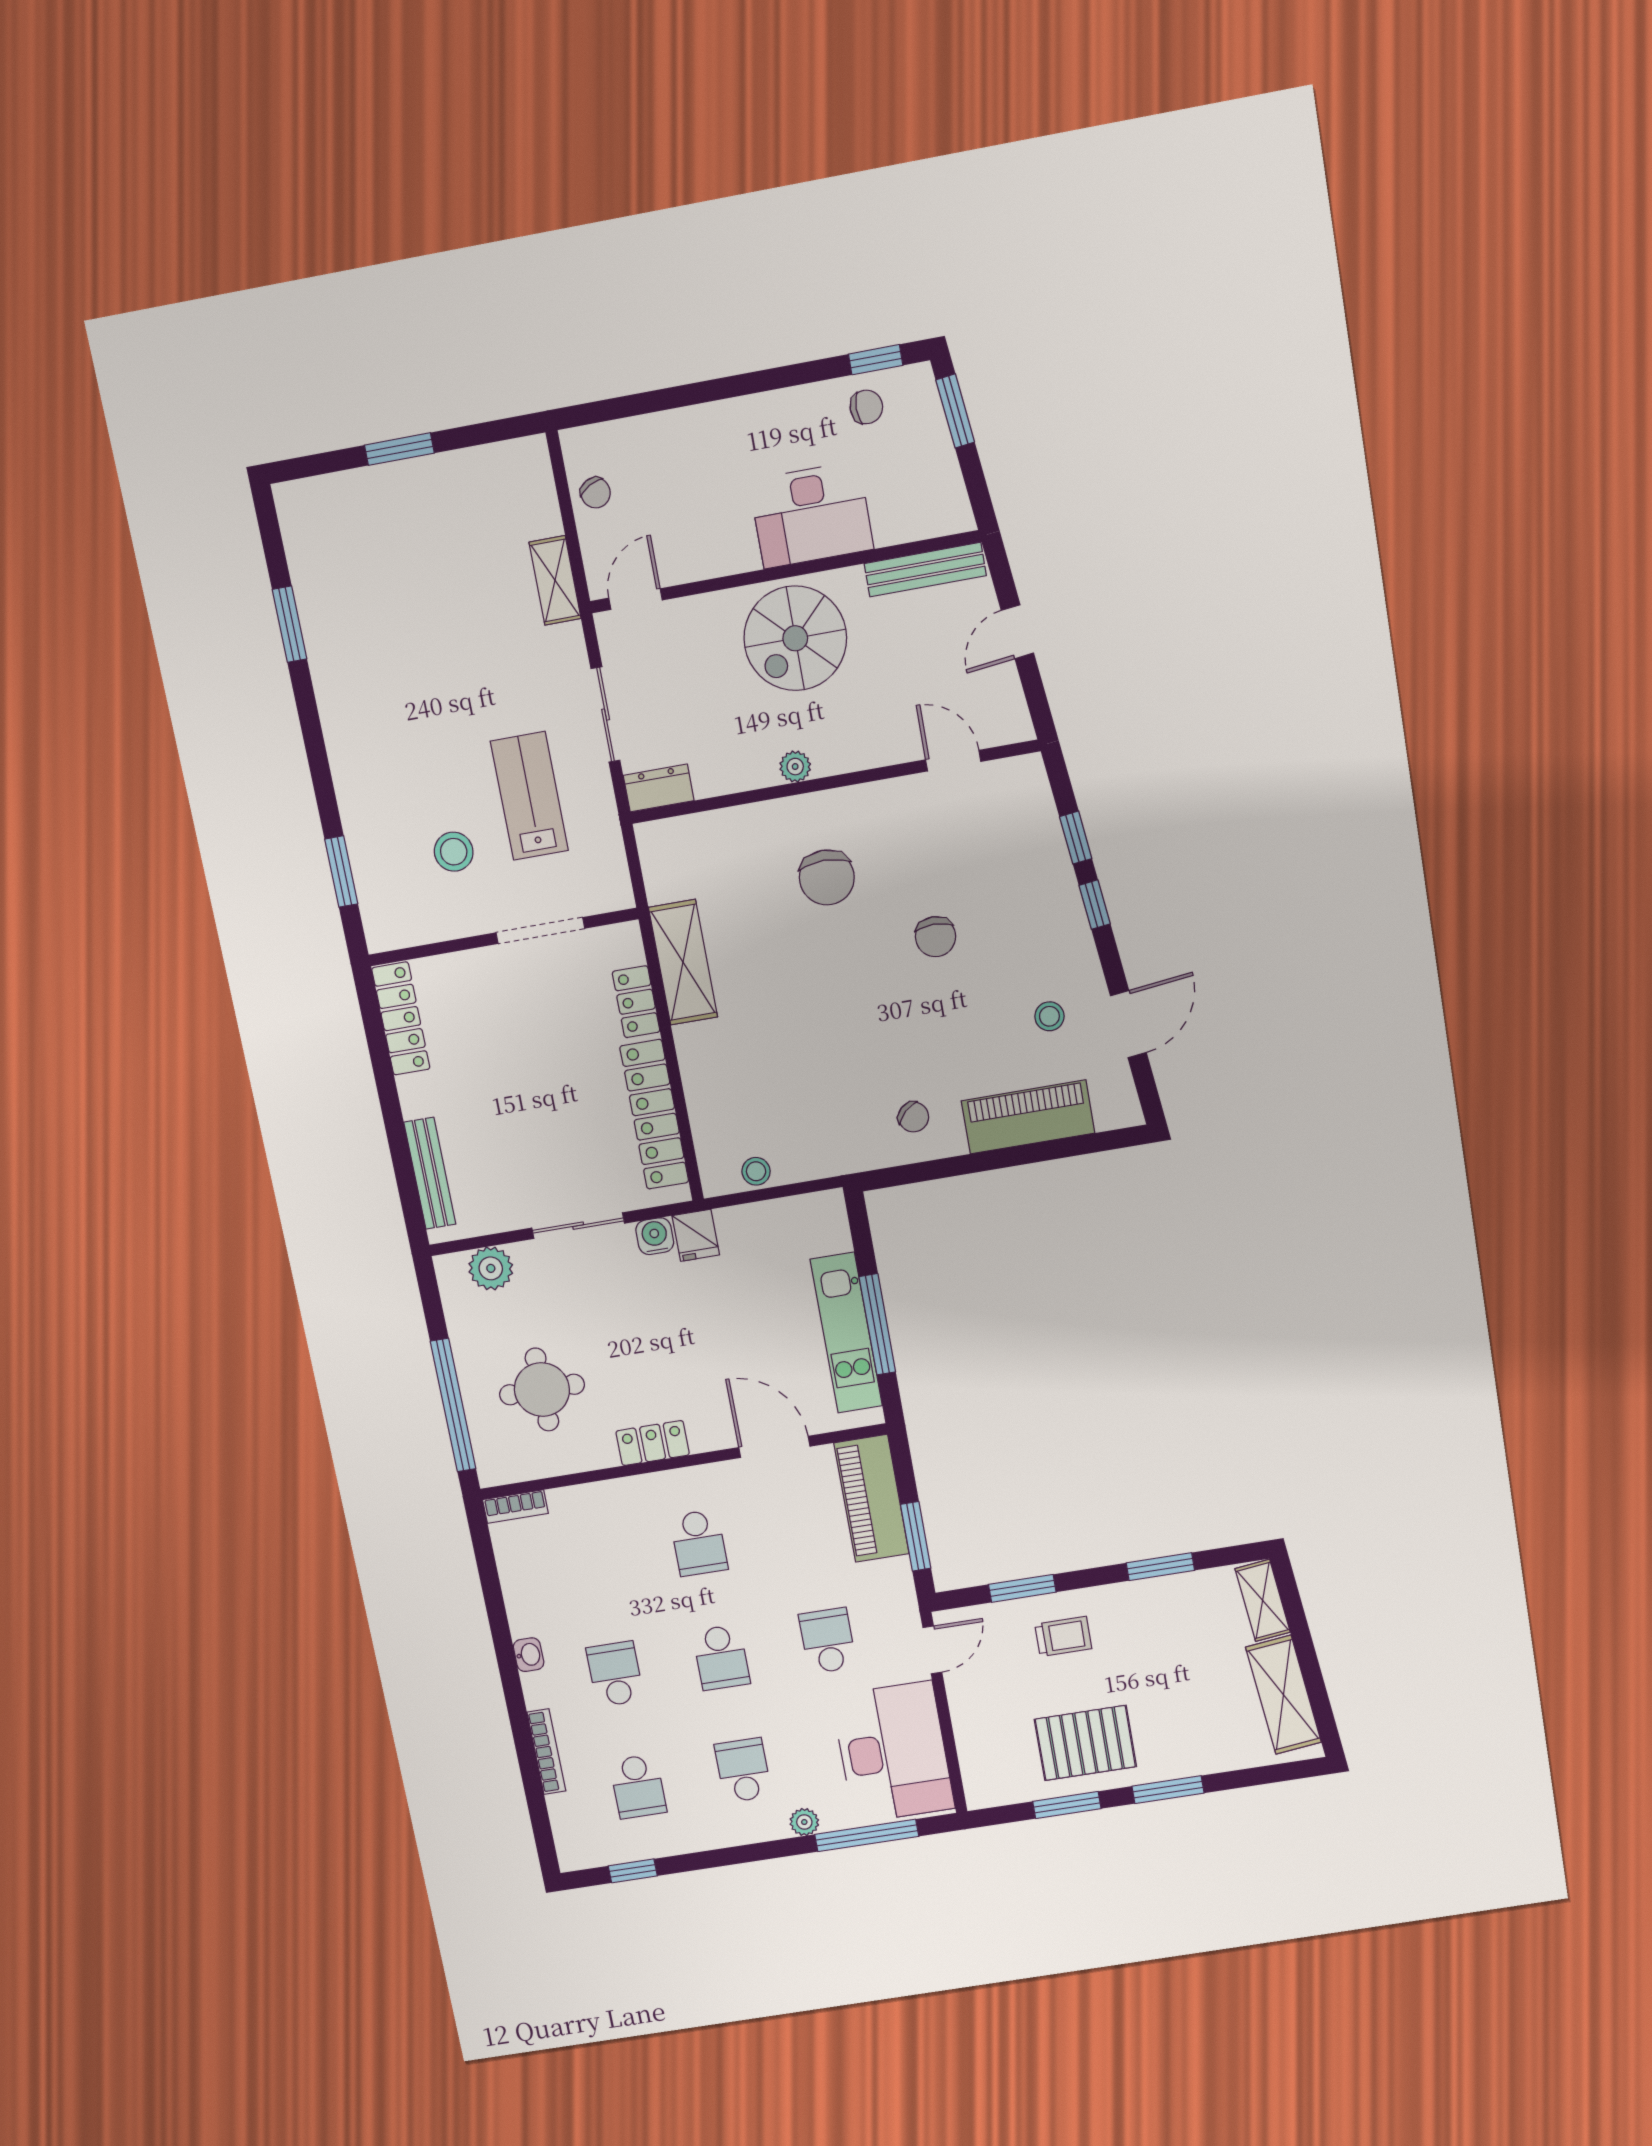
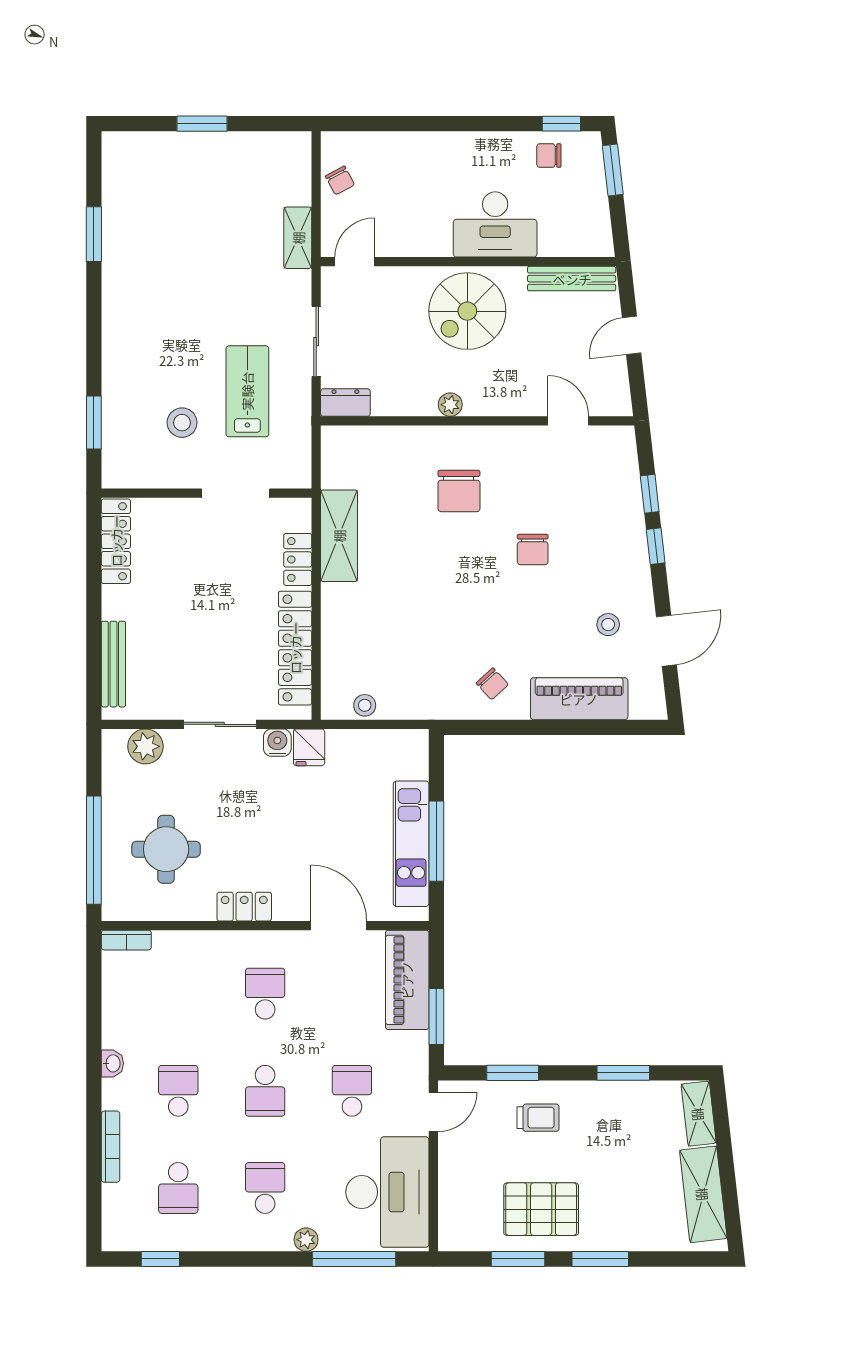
chair: (866, 407) -> (549, 155), turned 180
school desk: (699, 1543) -> (265, 994), turned 180

